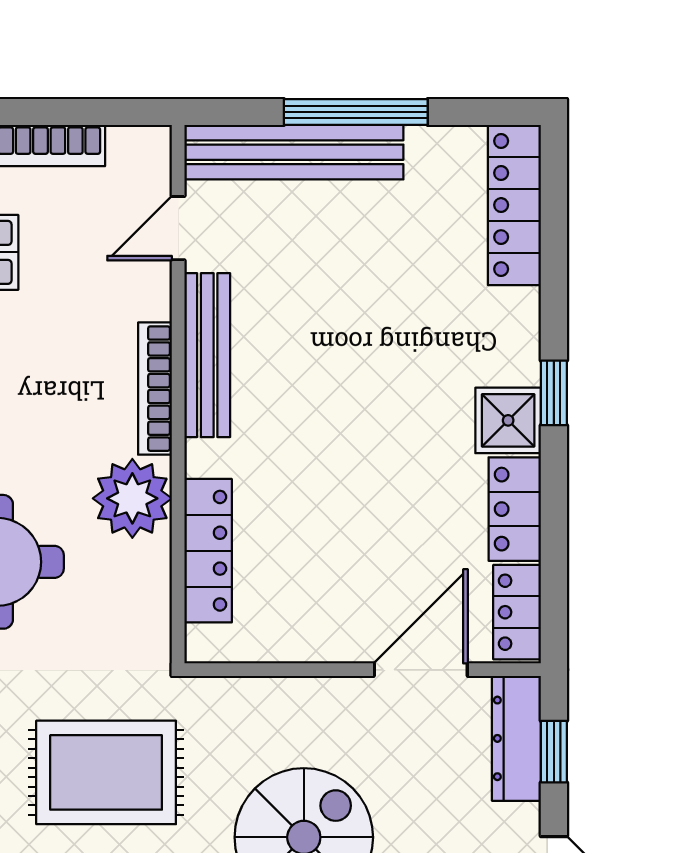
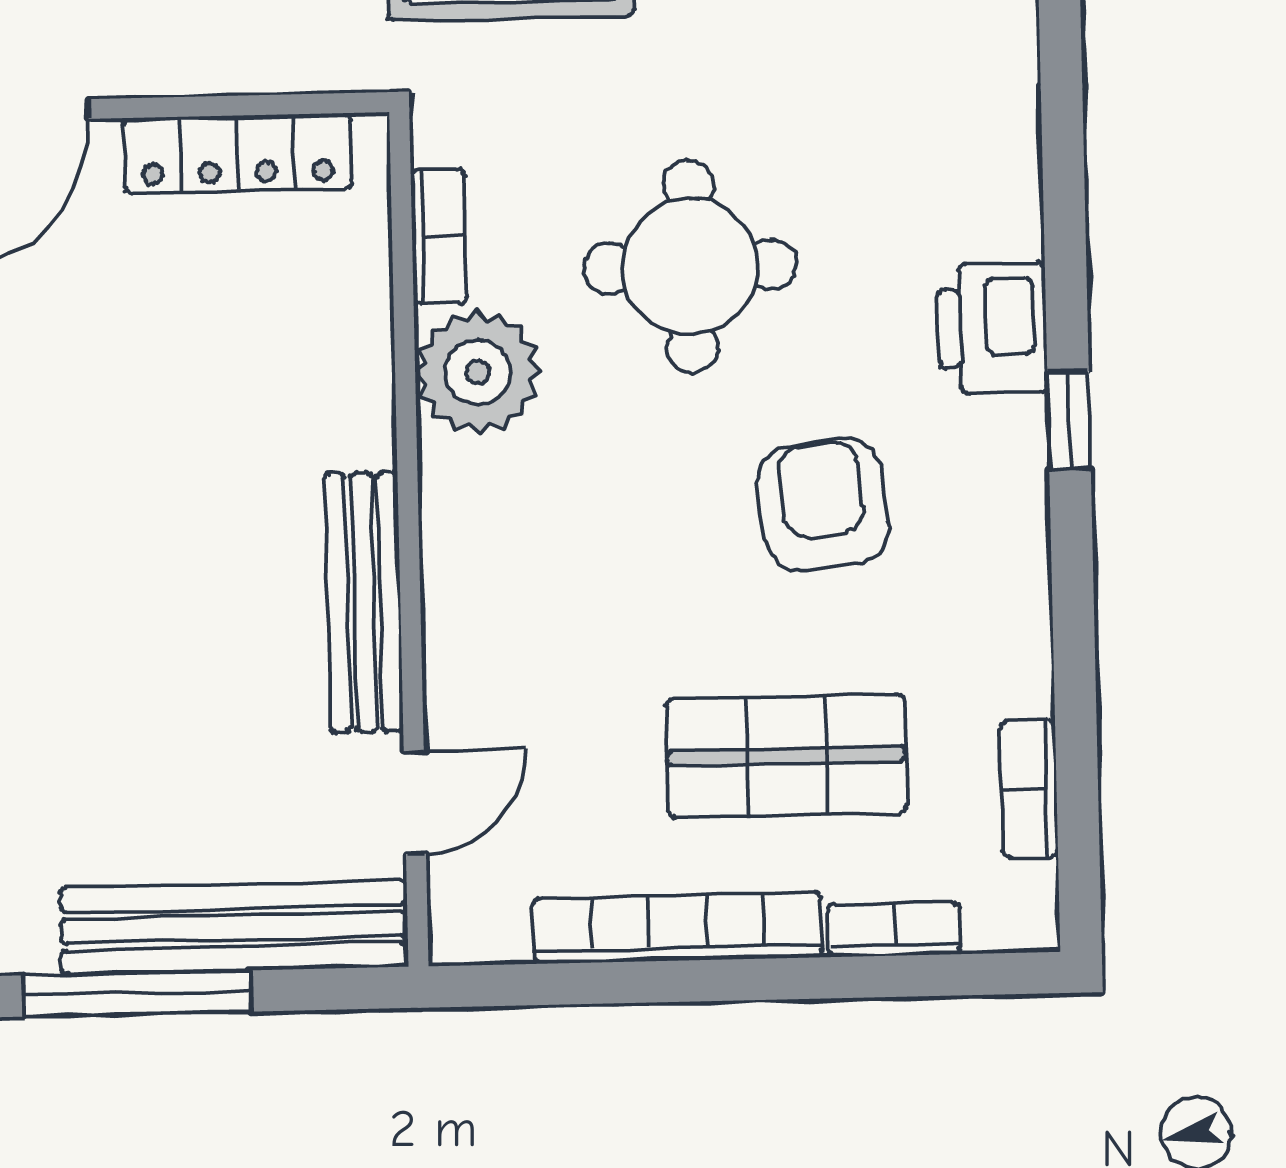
bookcase: (155, 389) -> (439, 236), moved, width x0.64
locker: (208, 551) -> (238, 153), moved, turned -90

